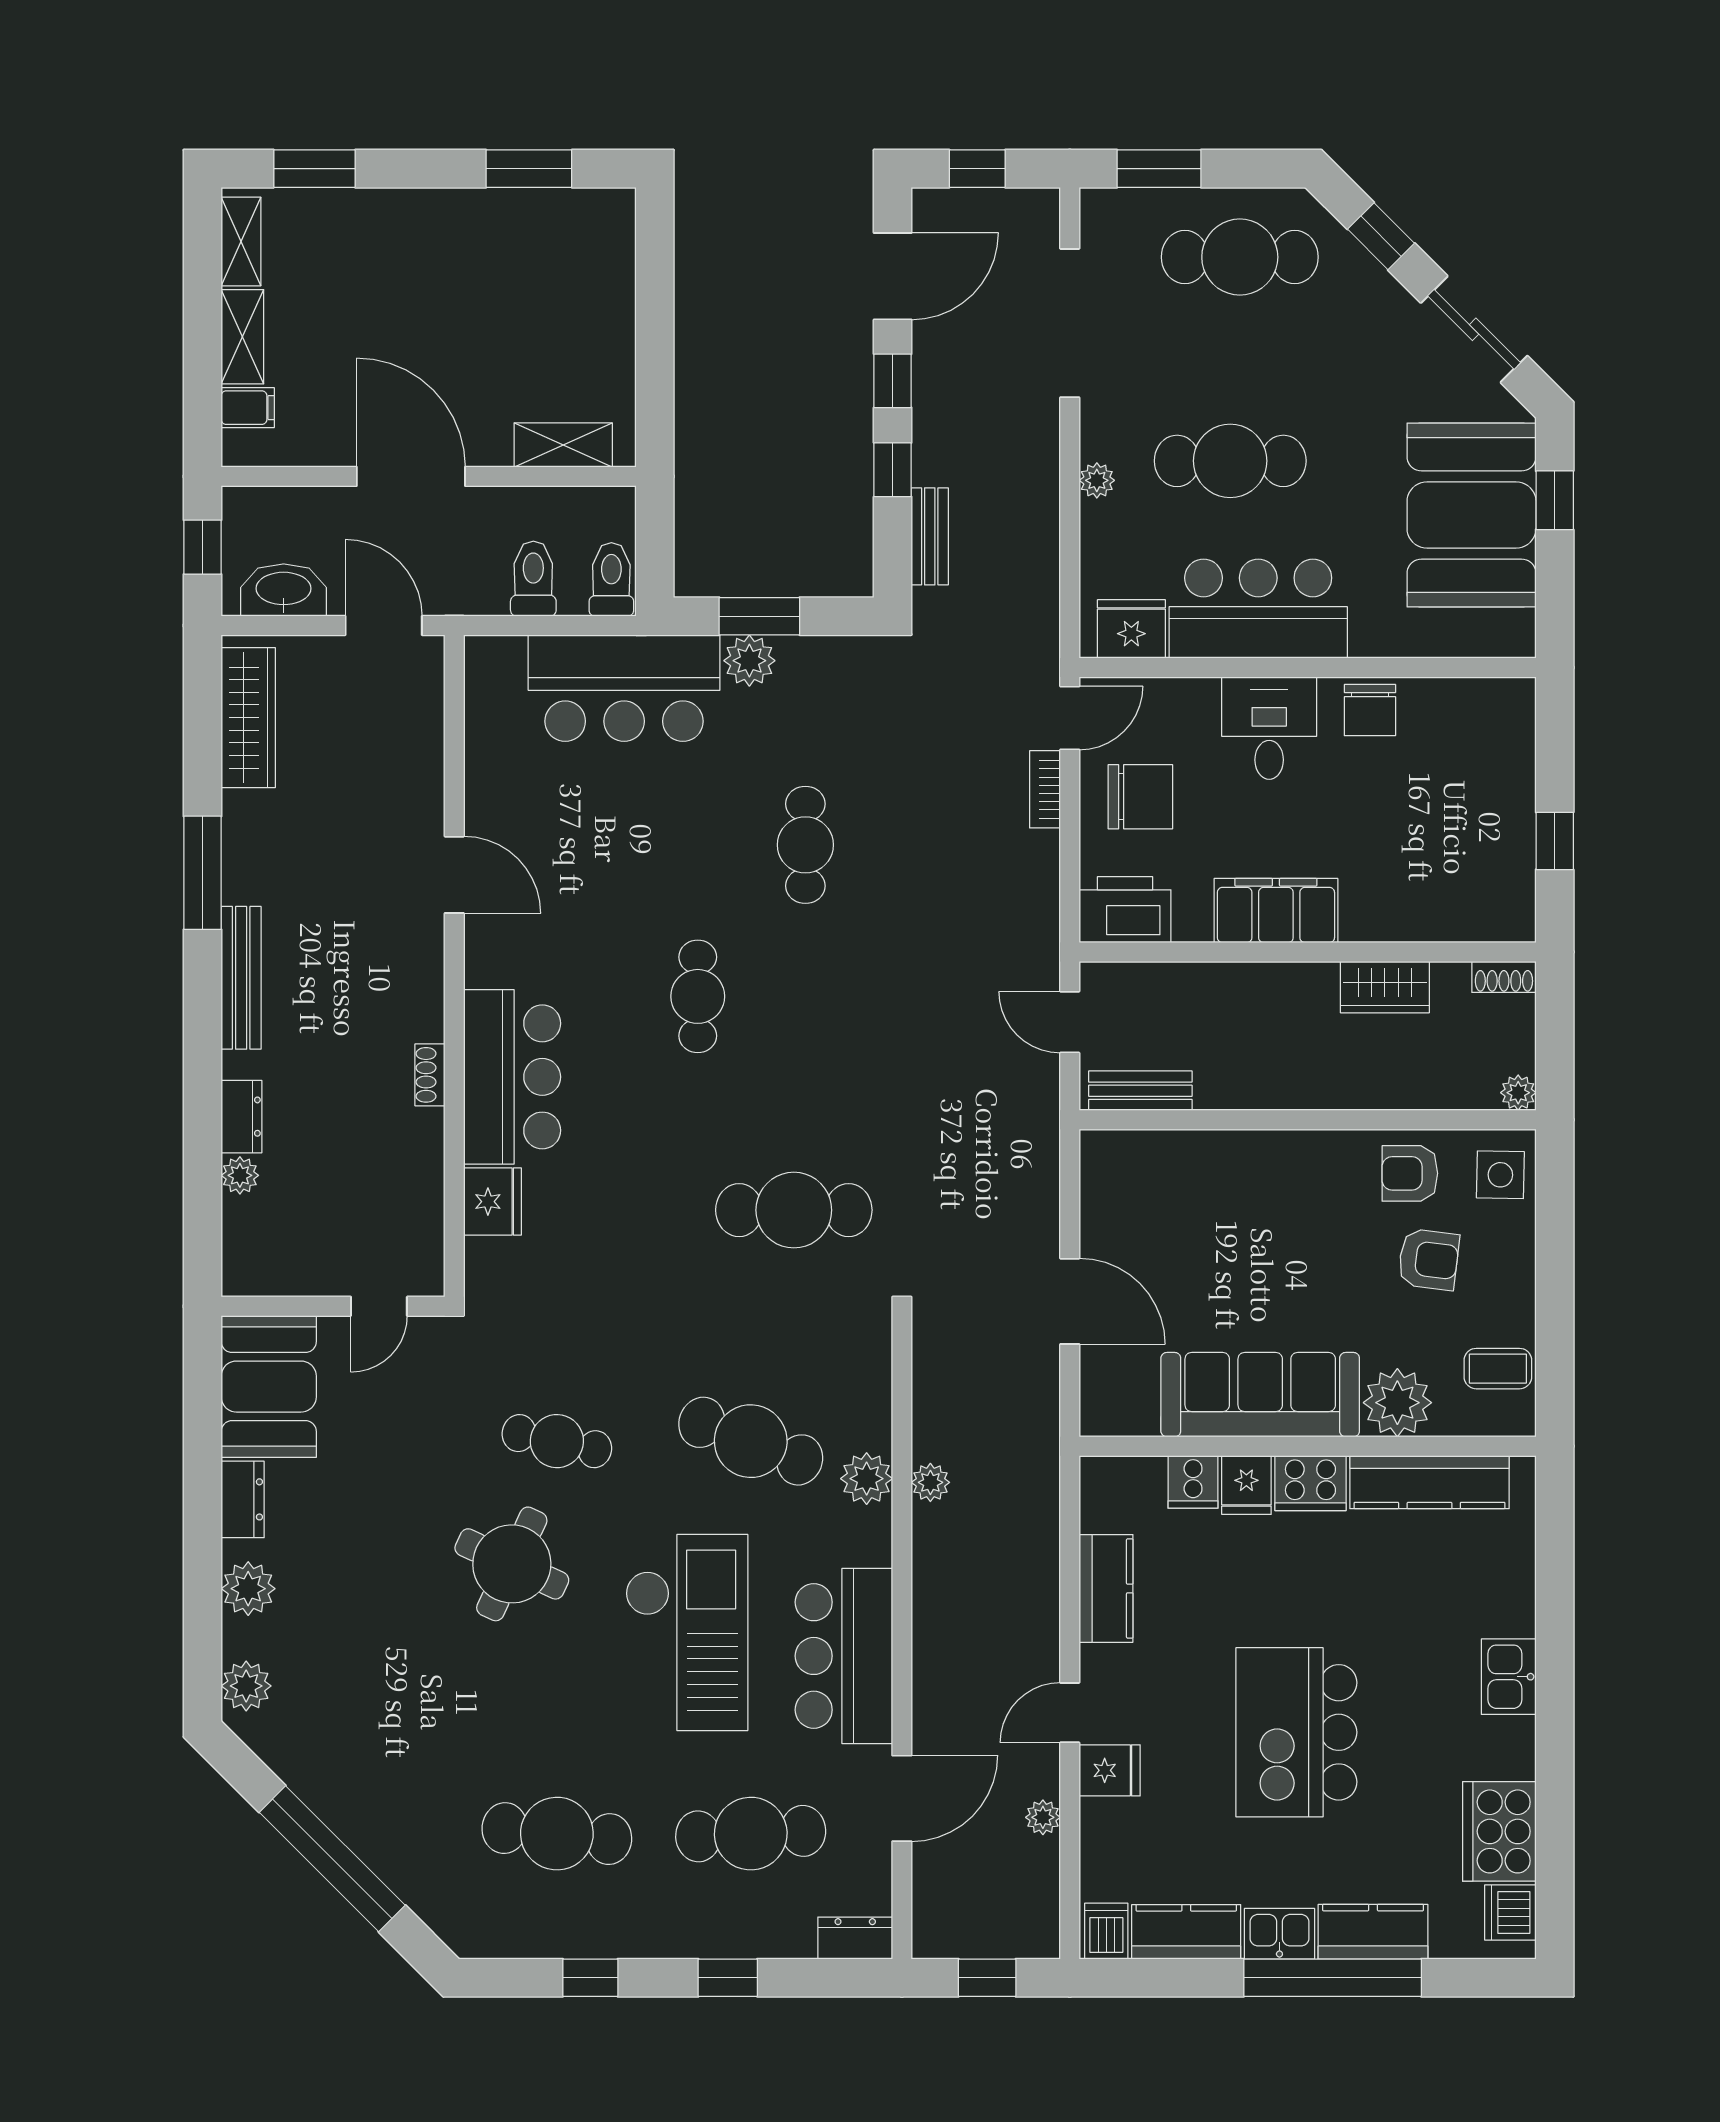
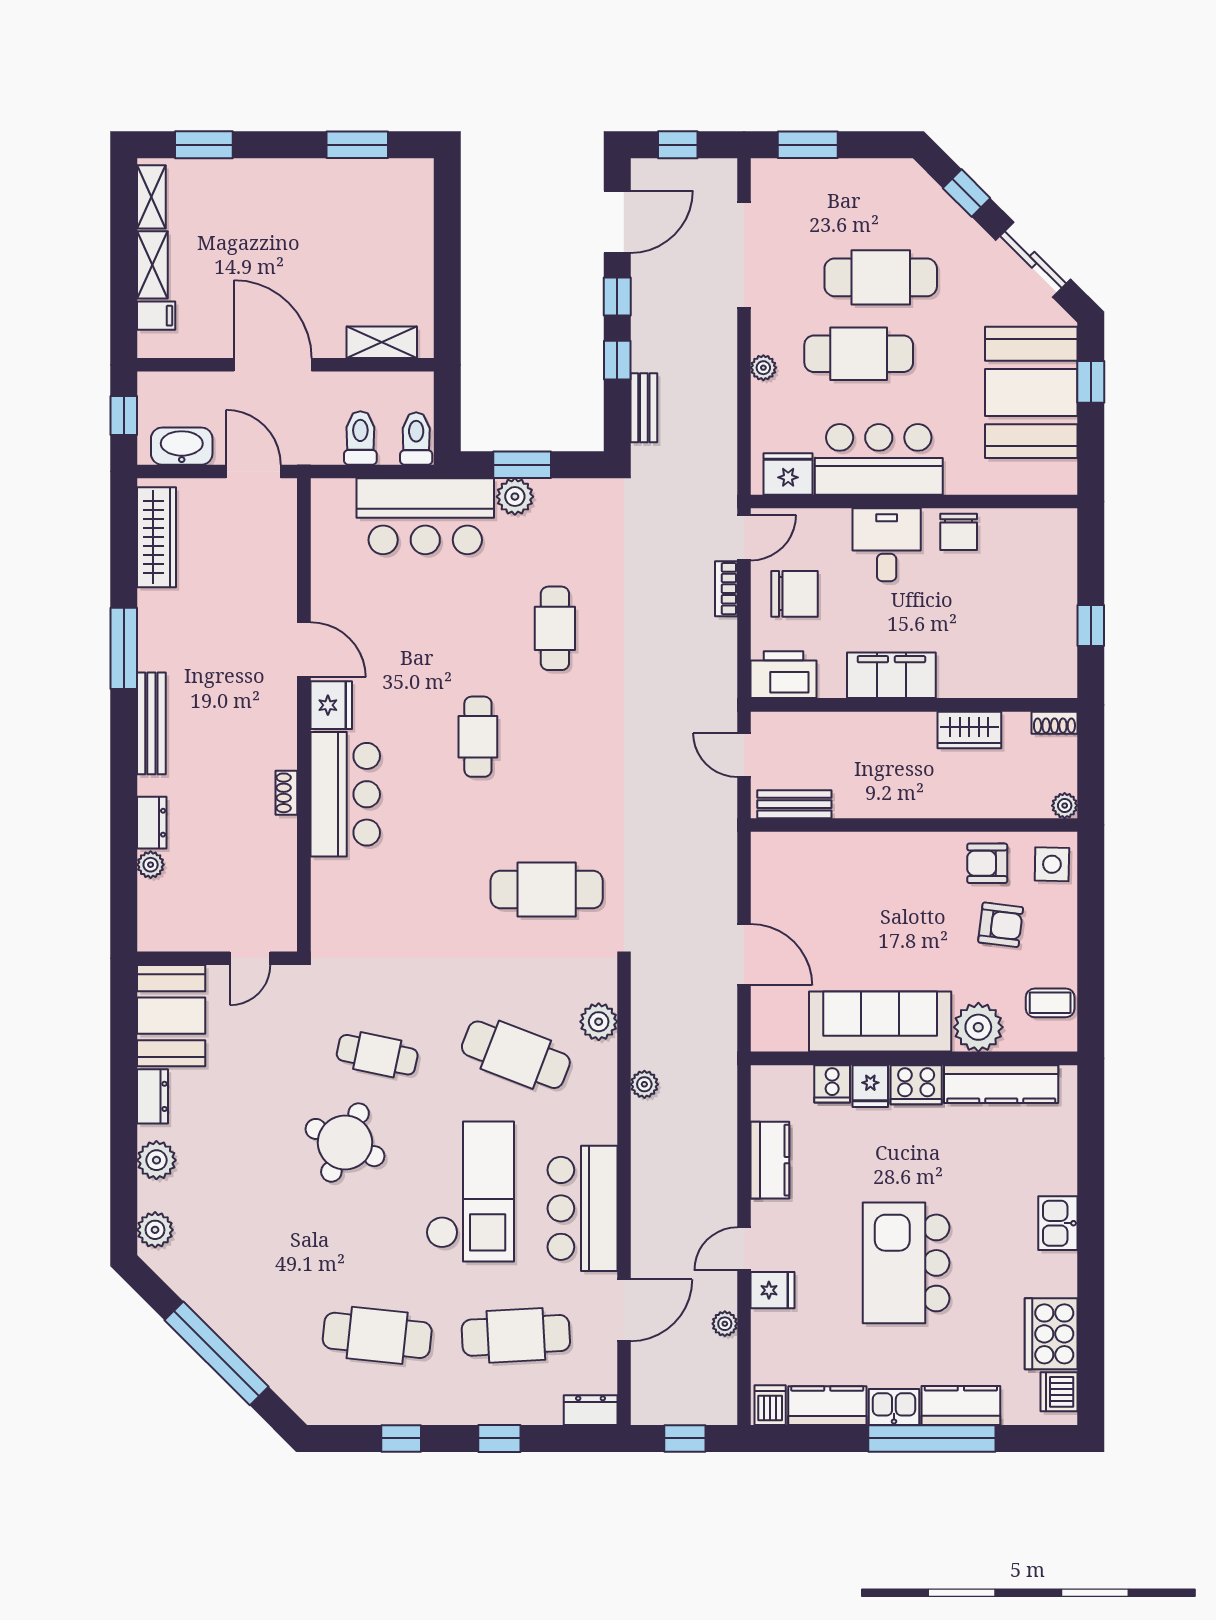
cafe table: (1240, 257) -> (881, 277), moved
fridge: (493, 1202) -> (331, 705), moved
plant: (867, 1479) -> (599, 1022), moved

